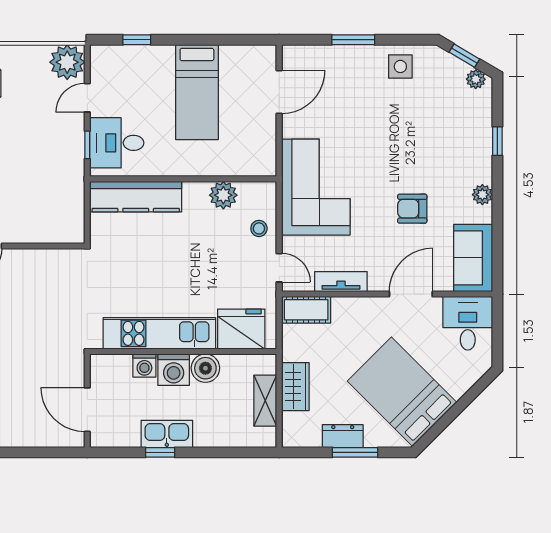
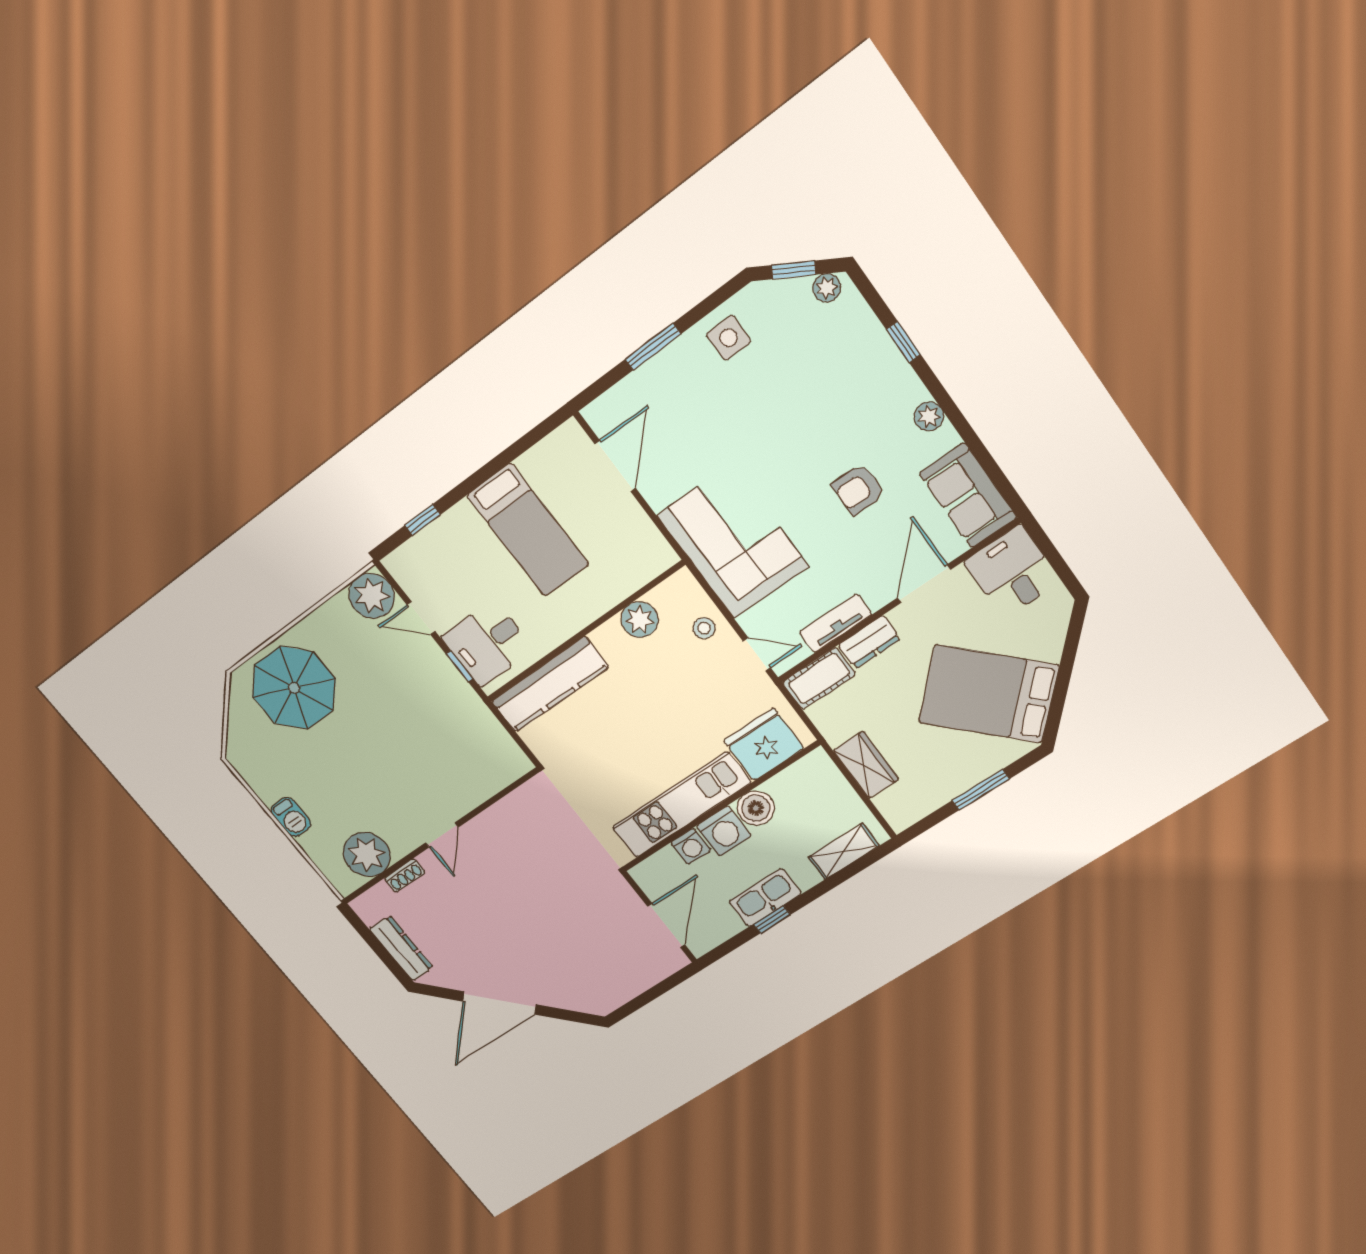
door: (87, 98) -> (421, 618), hinge flipped
shelving: (265, 401) -> (844, 851), moved, turned 90
door: (87, 410) -> (666, 925), swing flipped
dresser: (343, 436) -> (869, 642), moved, turned 180

